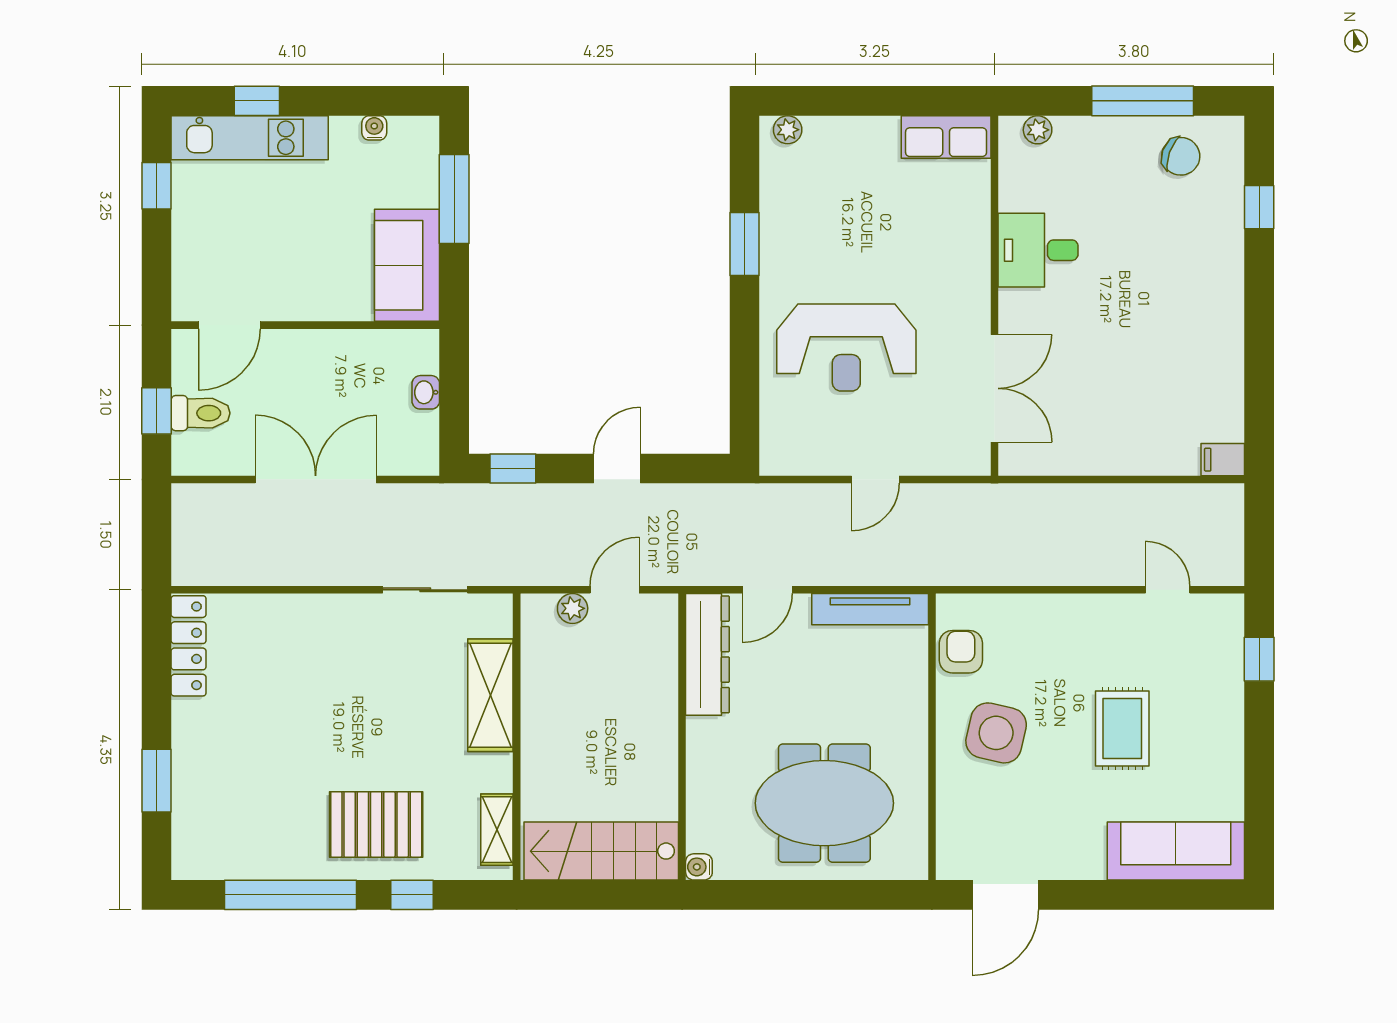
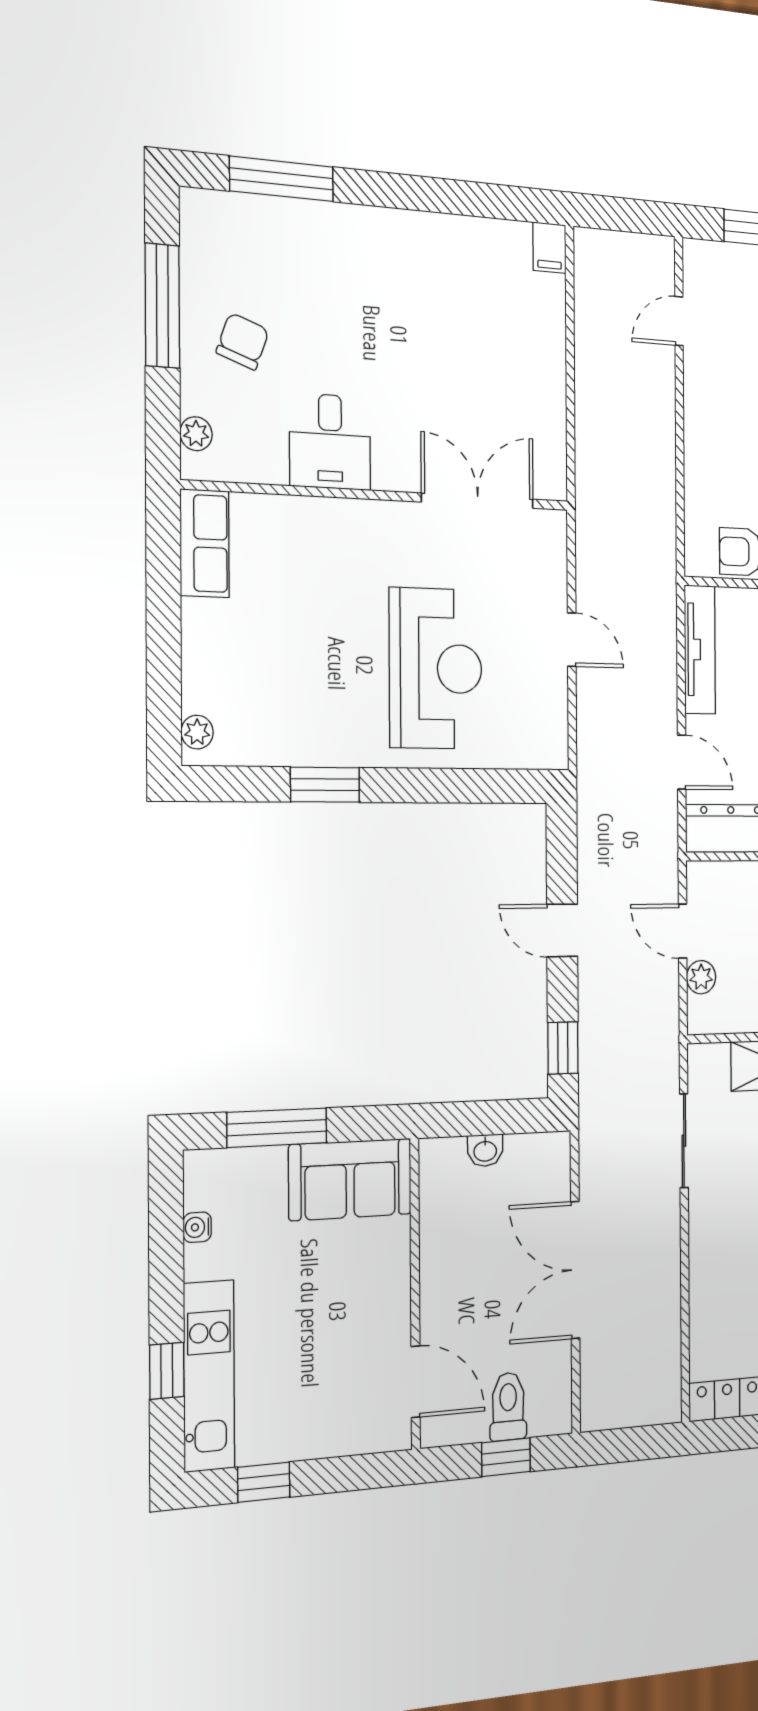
chair: (1181, 156) -> (243, 341), moved
window: (1259, 207) -> (282, 179), width x2.17

